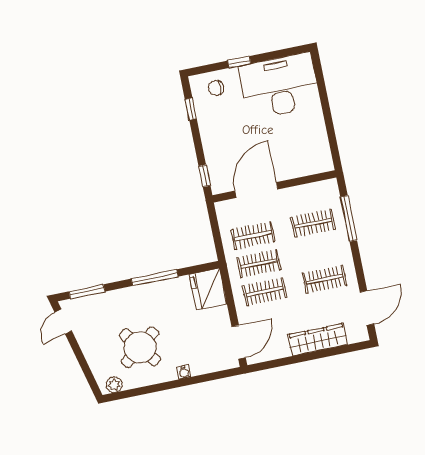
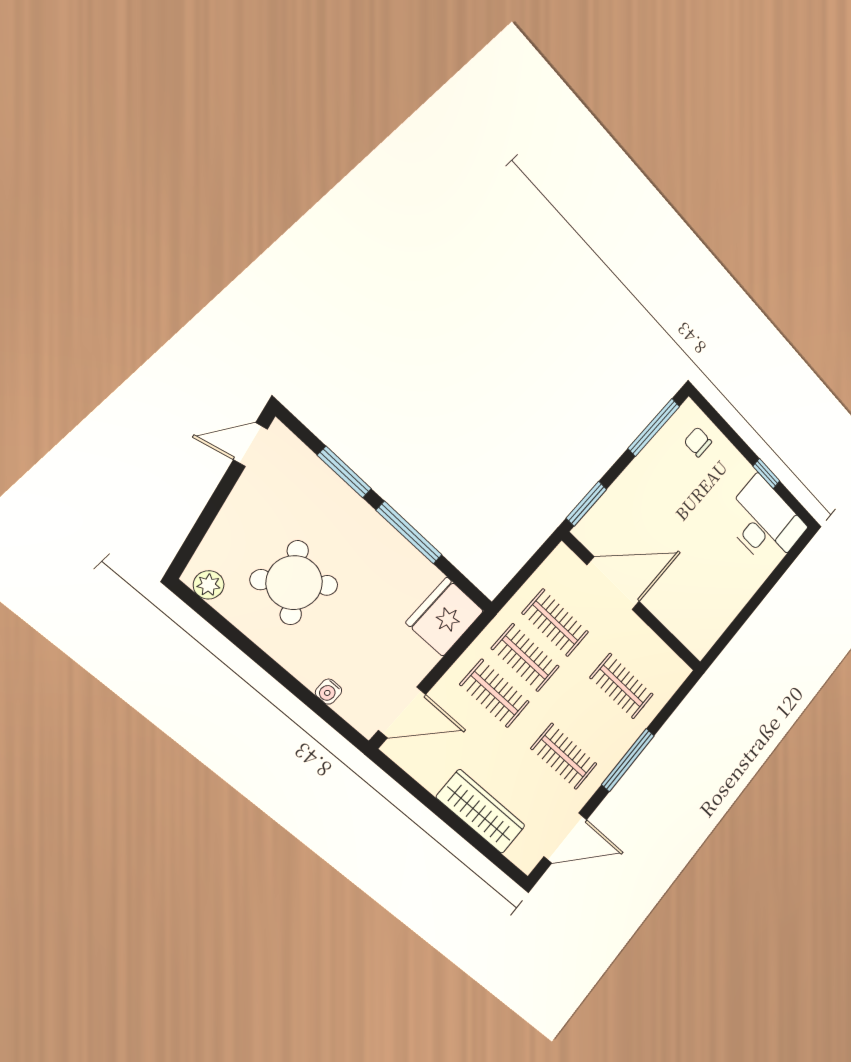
window: (239, 62) -> (766, 474), moved
desk: (280, 86) -> (764, 523), width x0.73, depth x0.77
window: (191, 109) -> (654, 427), width x2.17
window: (204, 176) -> (586, 504), width x1.50
window: (349, 218) -> (628, 760), moved
window: (87, 292) -> (344, 472), moved
water cooler: (184, 372) -> (329, 692), moved

